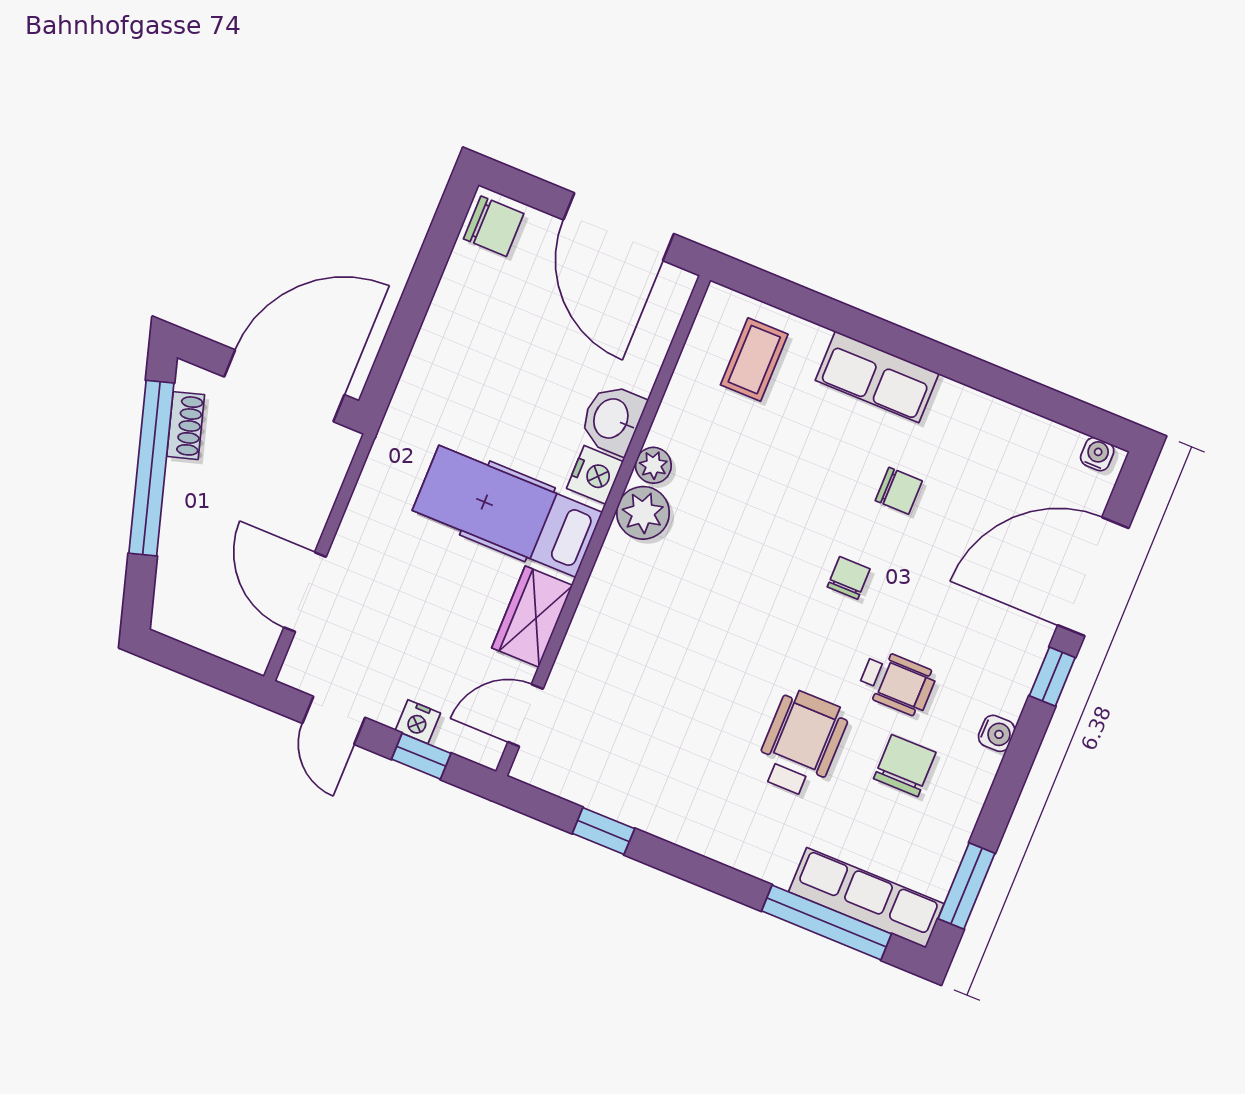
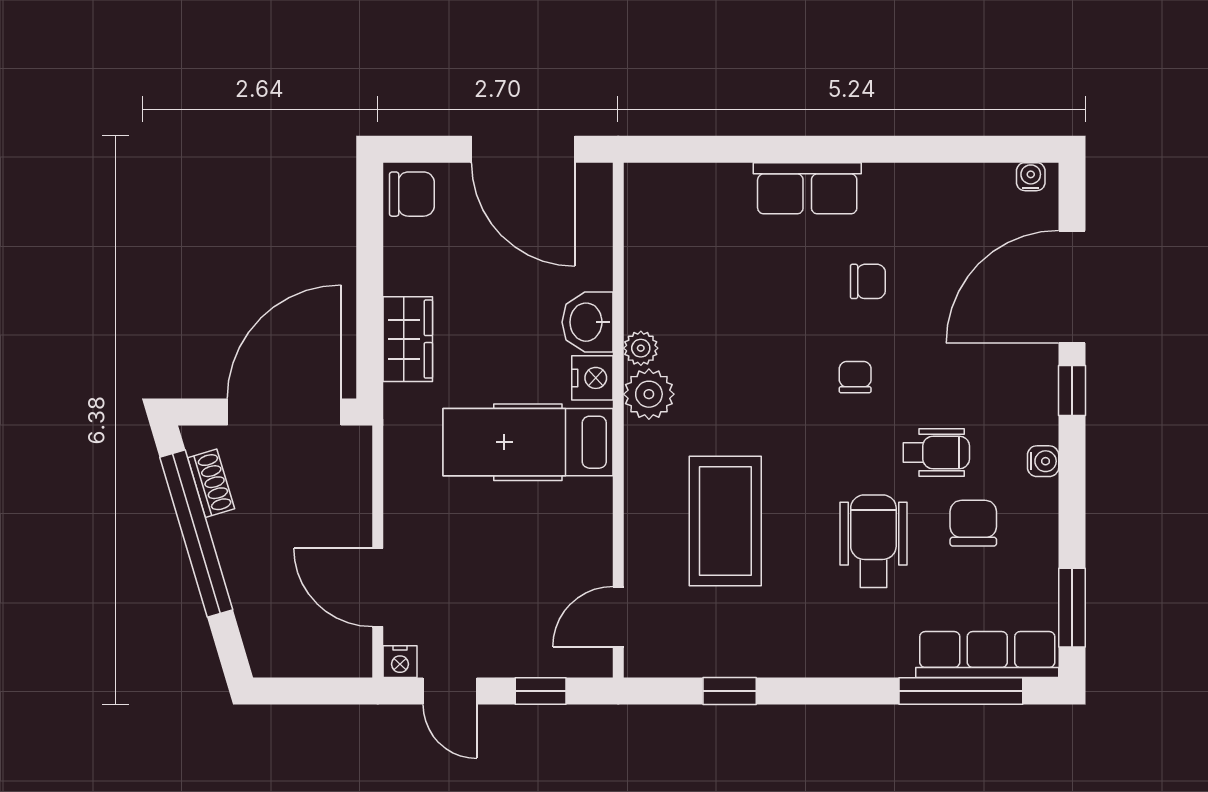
coffee table: (754, 360) -> (725, 521), moved, width x1.86, depth x1.72
wardrobe: (532, 617) -> (408, 339), moved, turned 180
nightstand: (418, 722) -> (400, 662), moved

